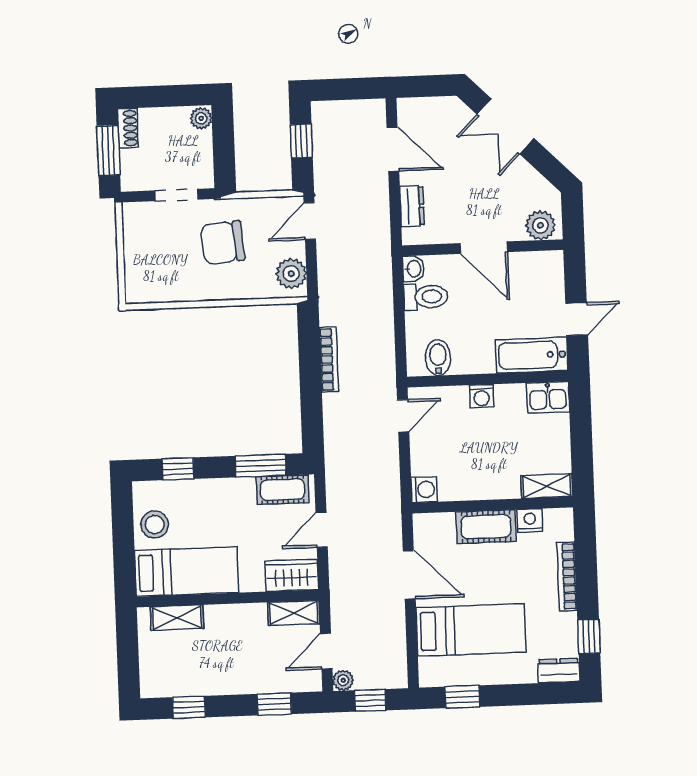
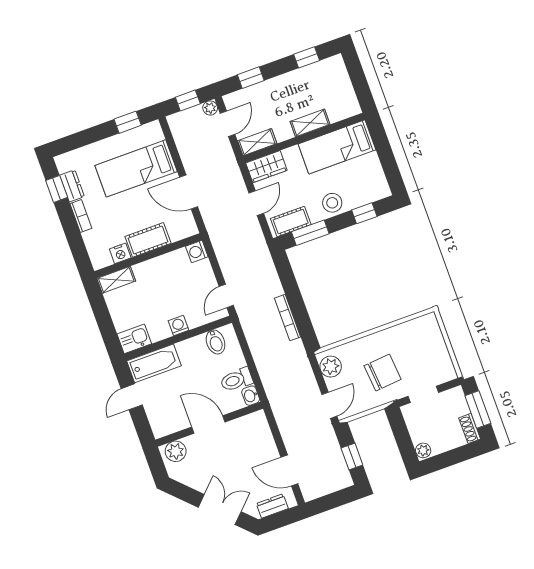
dresser: (412, 206) -> (272, 506), moved, turned 90
stool: (155, 524) -> (332, 203), moved
bookcase: (567, 576) -> (81, 216), width x0.64
shelving: (177, 618) -> (310, 123), moved
dresser: (559, 671) -> (72, 186), moved, turned -90

